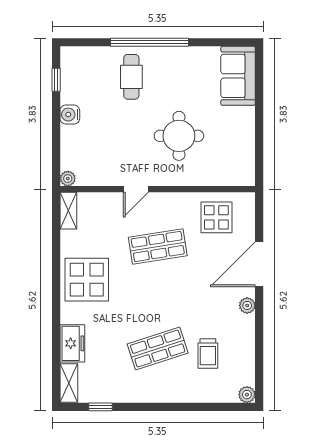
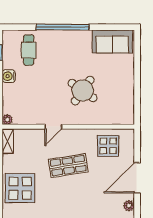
sofa: (238, 76) -> (112, 41), moved, turned -90
cafe table: (131, 77) -> (29, 50), moved
round table: (179, 136) -> (83, 91), turned 35

